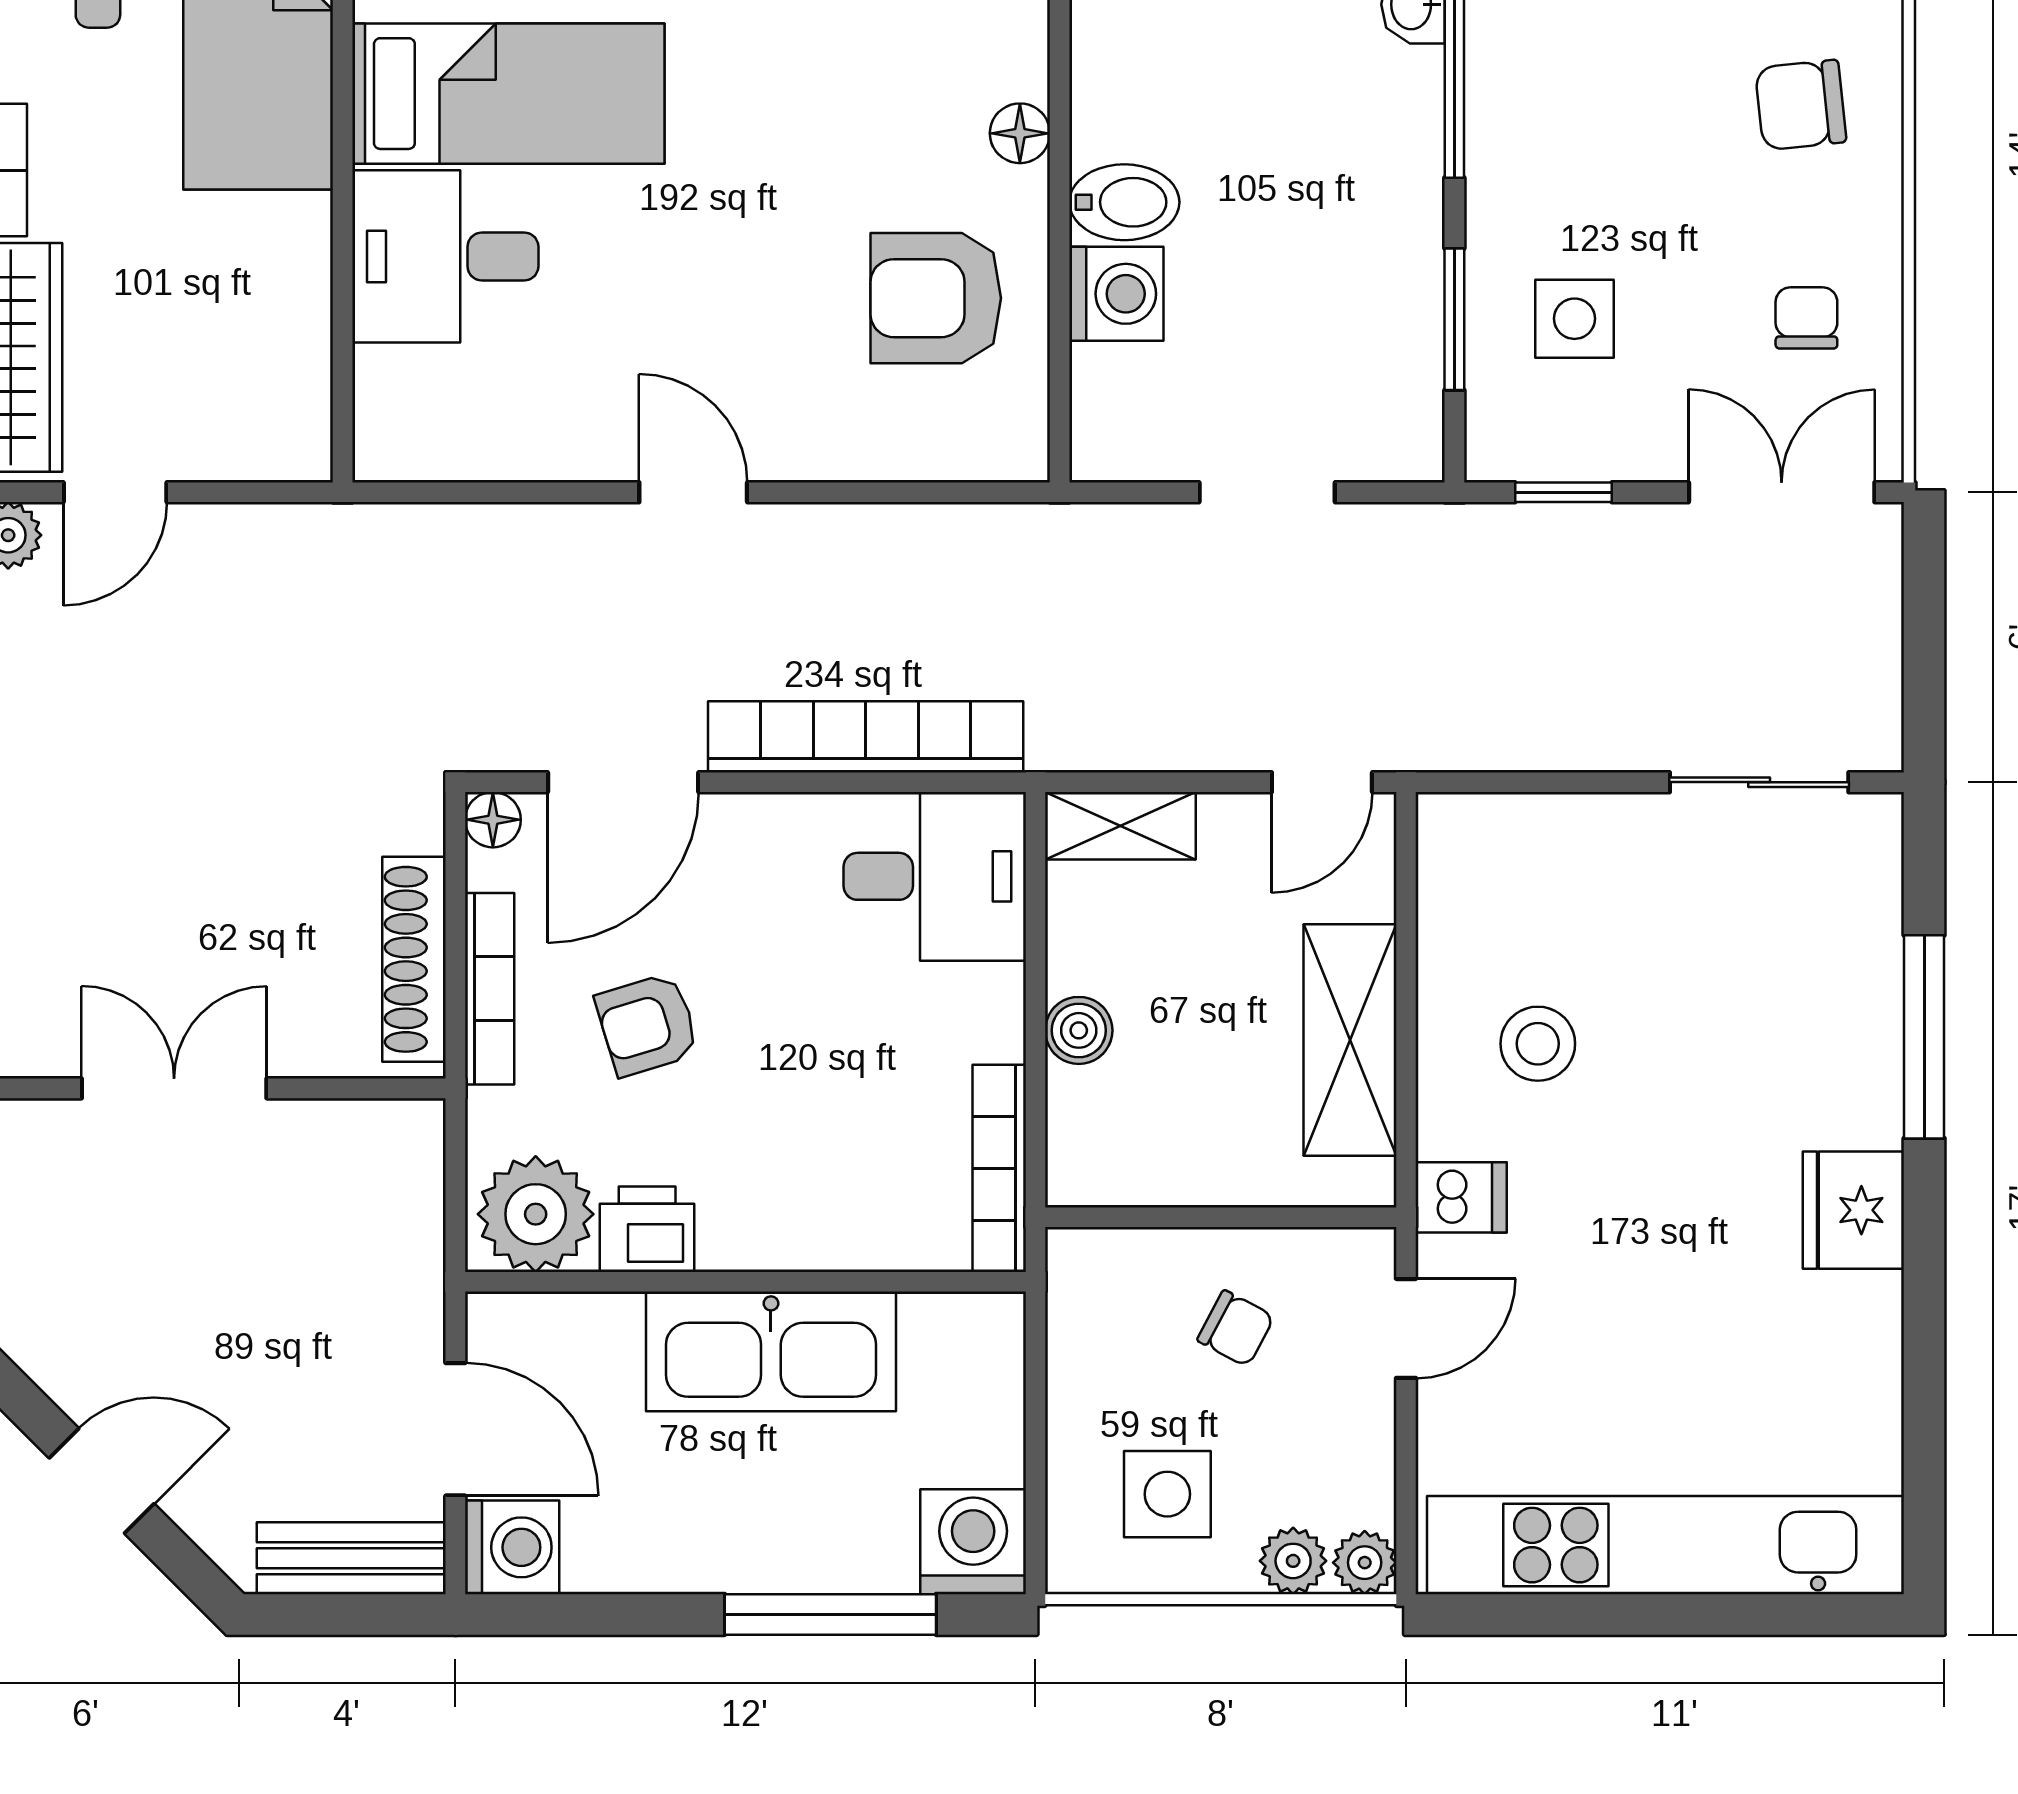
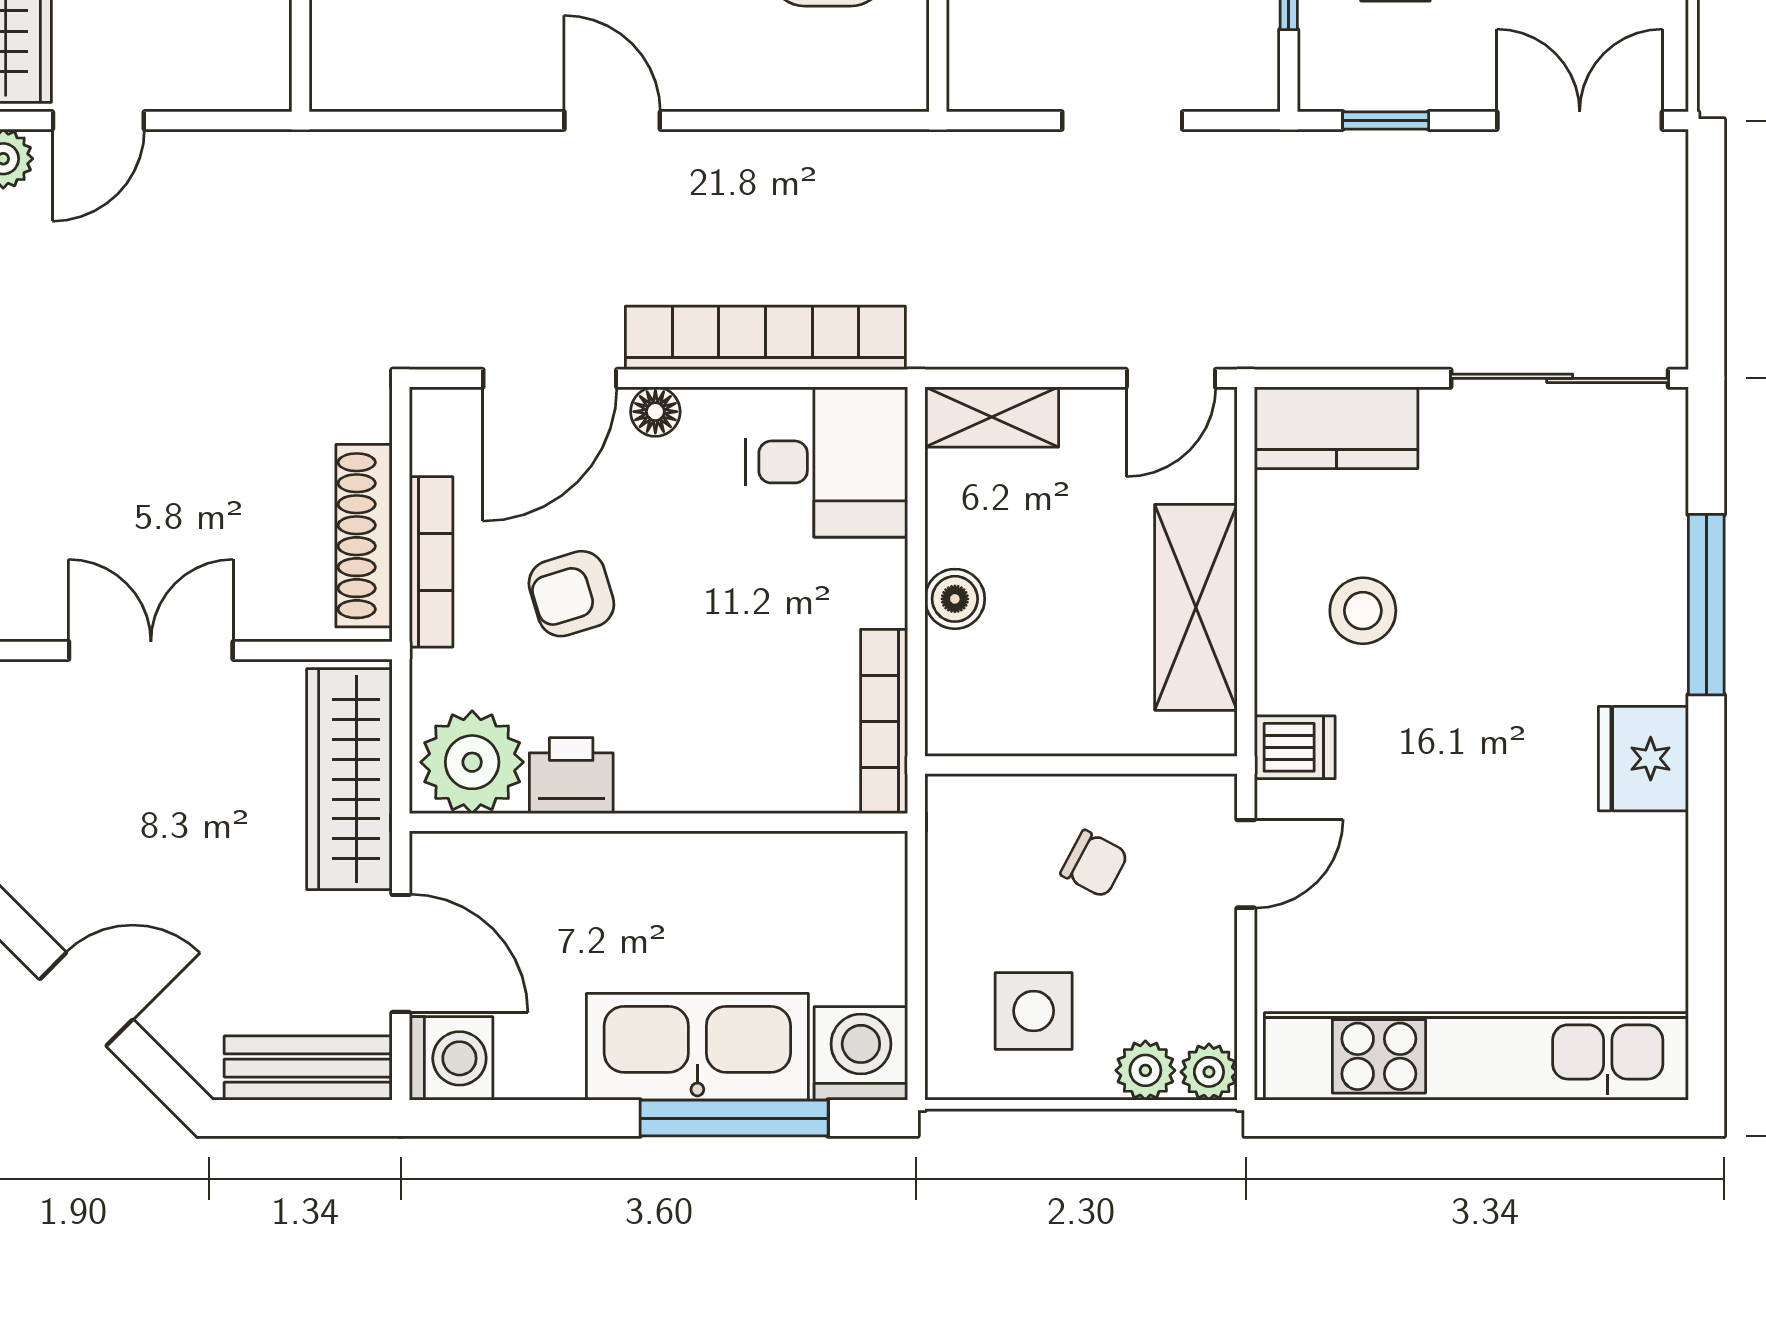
sliding door: (1759, 782) -> (1560, 378), width x1.37
floor lamp: (493, 820) -> (655, 412), moved
kitchen counter: (1508, 838) -> (1336, 428), added
wardrobe: (398, 1233) -> (349, 779), added
kitchen sink: (771, 1351) -> (697, 1047), moved, turned 180

